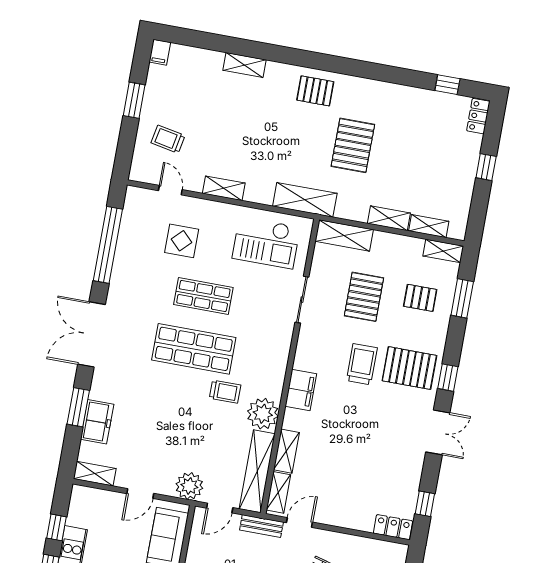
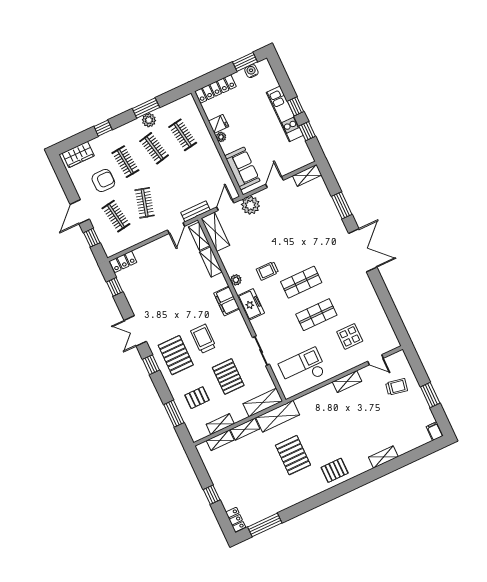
window: (447, 85) -> (265, 525), width x2.17
shelving: (305, 200) -> (278, 416), moved
window: (108, 245) -> (388, 306), removed
shelving: (443, 251) -> (220, 424), moved
shop shelf: (194, 349) -> (301, 282), width x0.70, depth x0.74
trolley: (362, 364) -> (203, 339), turned 180
pallet: (409, 368) -> (176, 355), turned 90
plant: (263, 414) -> (236, 280), width x0.53, depth x0.53
freezer: (97, 422) -> (251, 304), moved, turned 180
shelving: (257, 471) -> (215, 232), width x0.68

